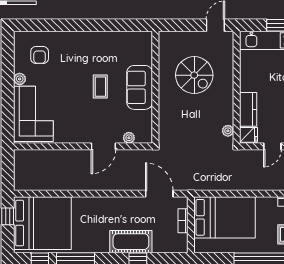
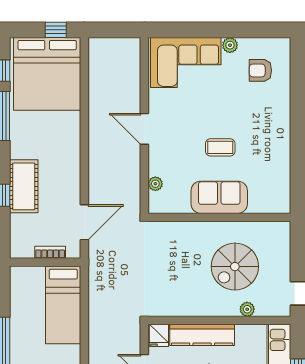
kitchen counter: (248, 109) -> (202, 335), width x1.50
plant: (228, 131) -> (247, 309), moved
door: (103, 146) -> (144, 129), moved
bed: (224, 217) -> (63, 305), width x0.67

